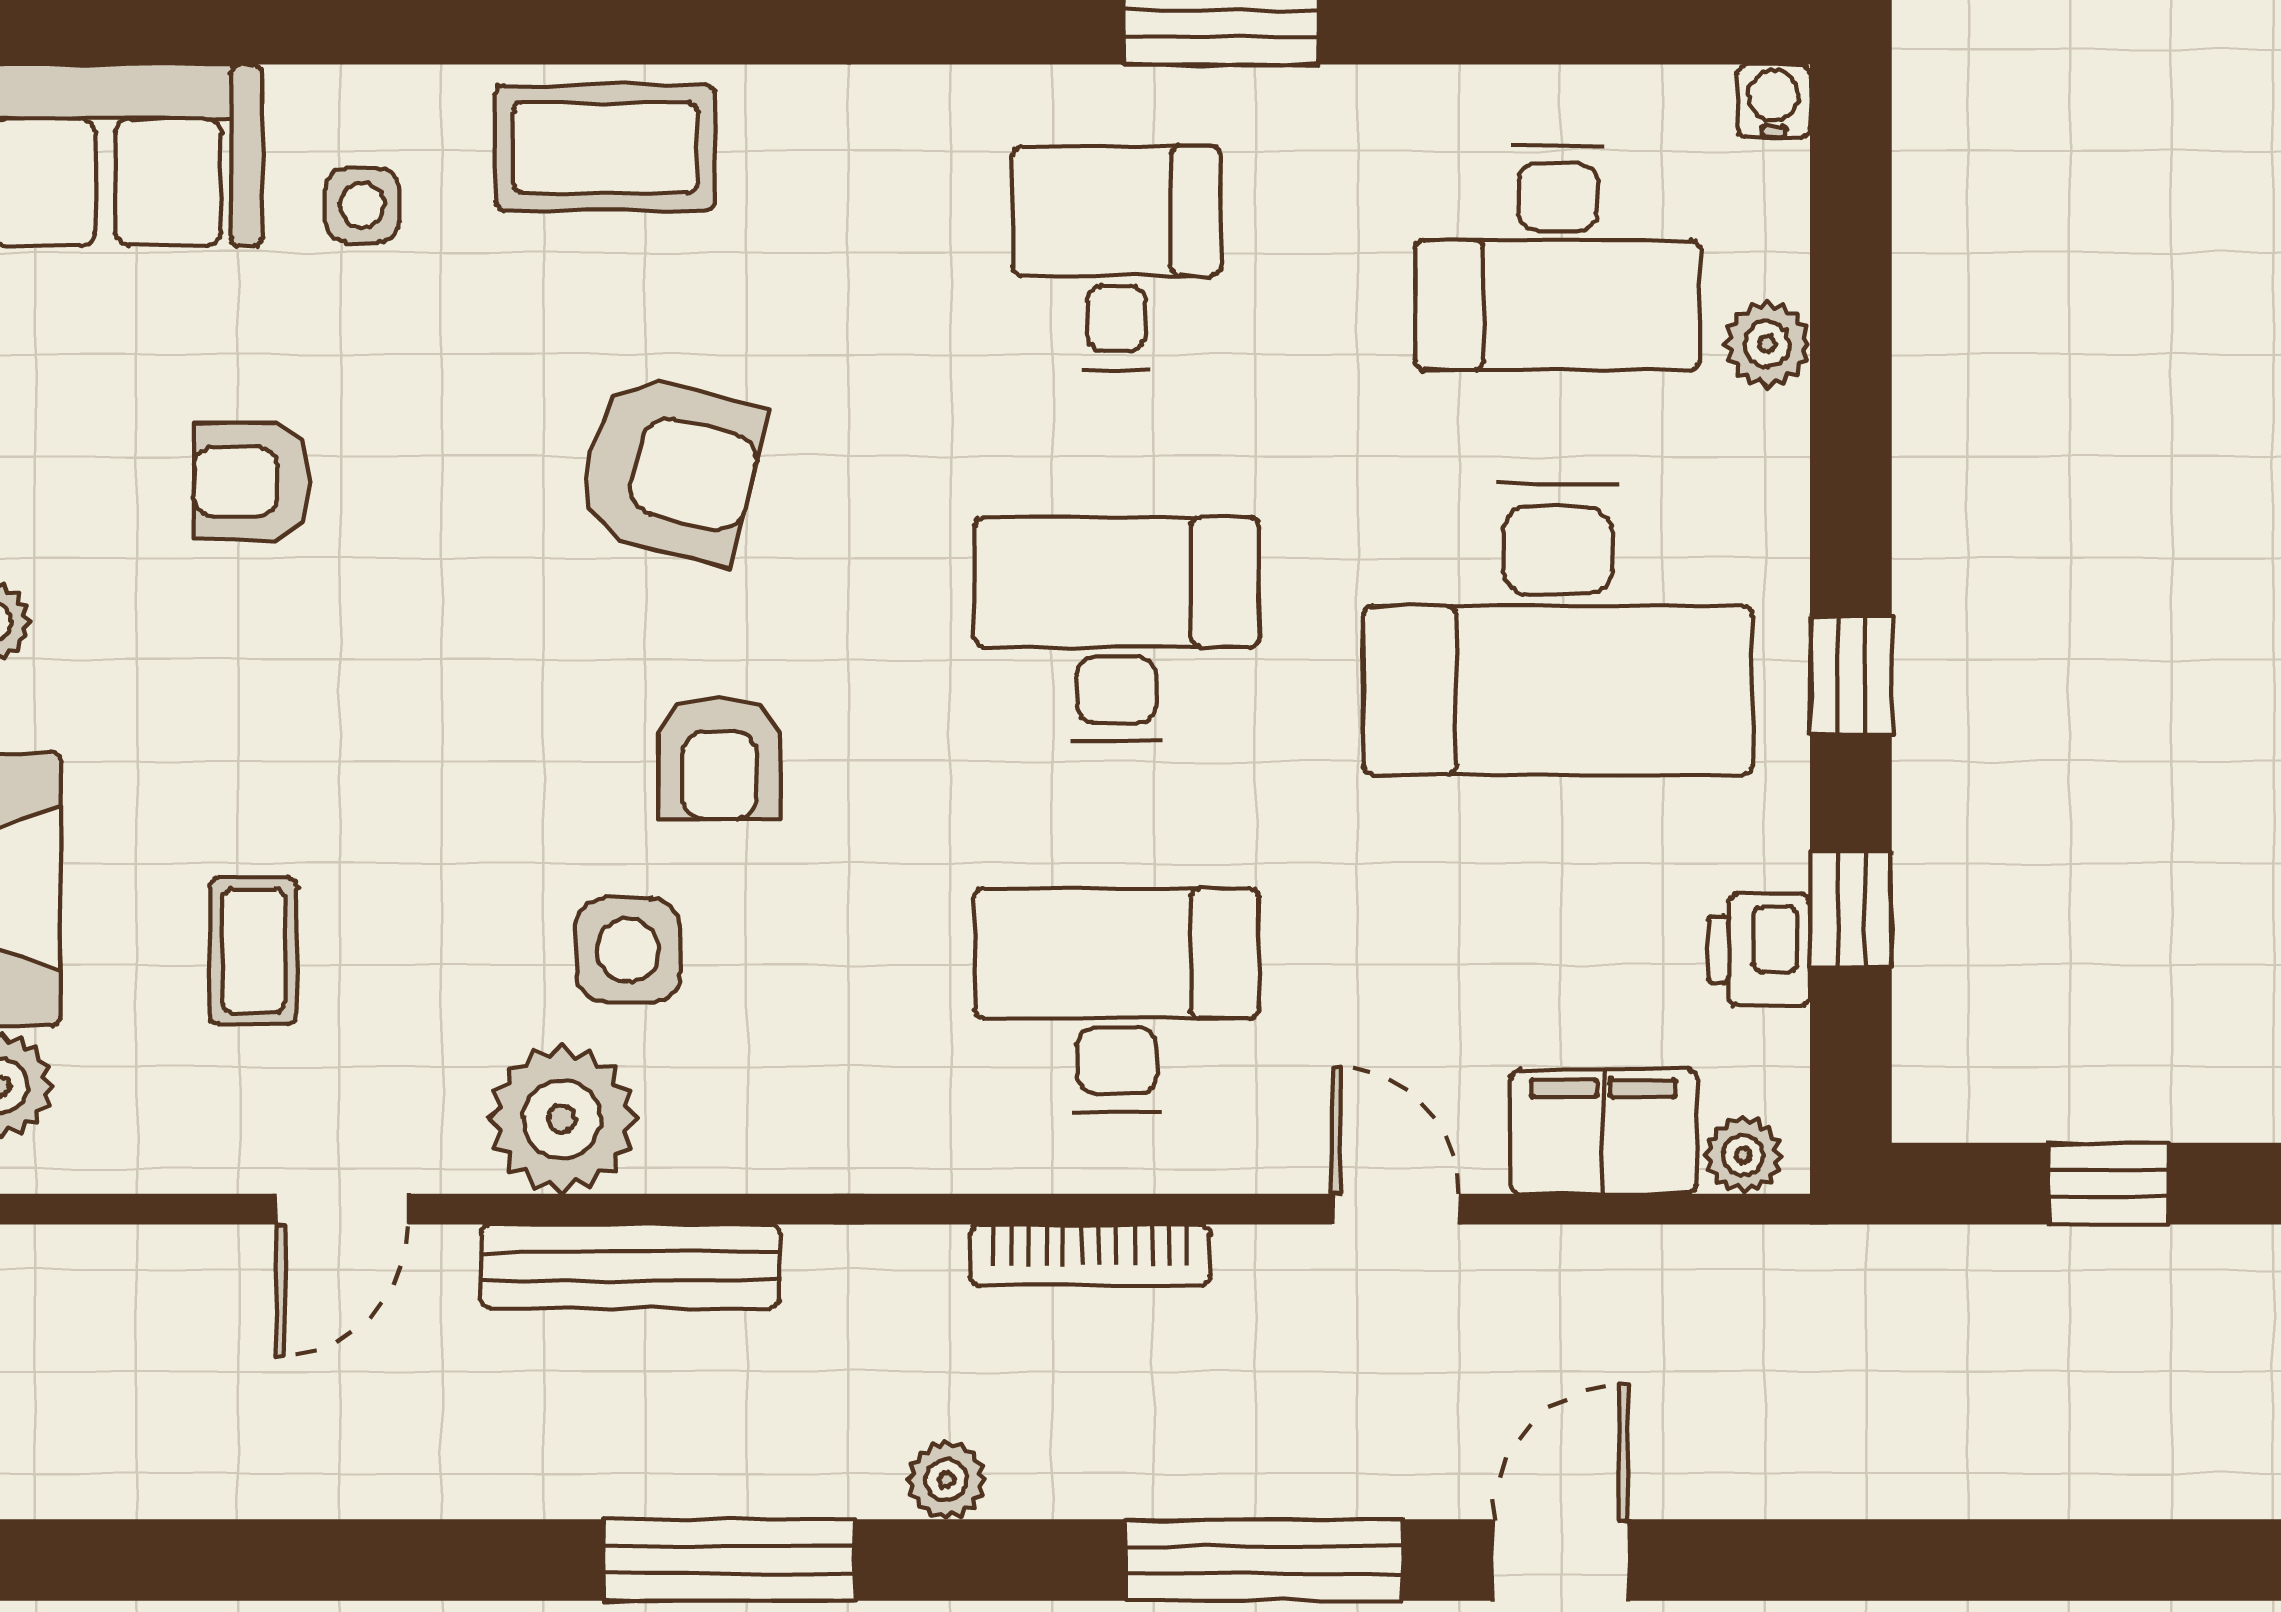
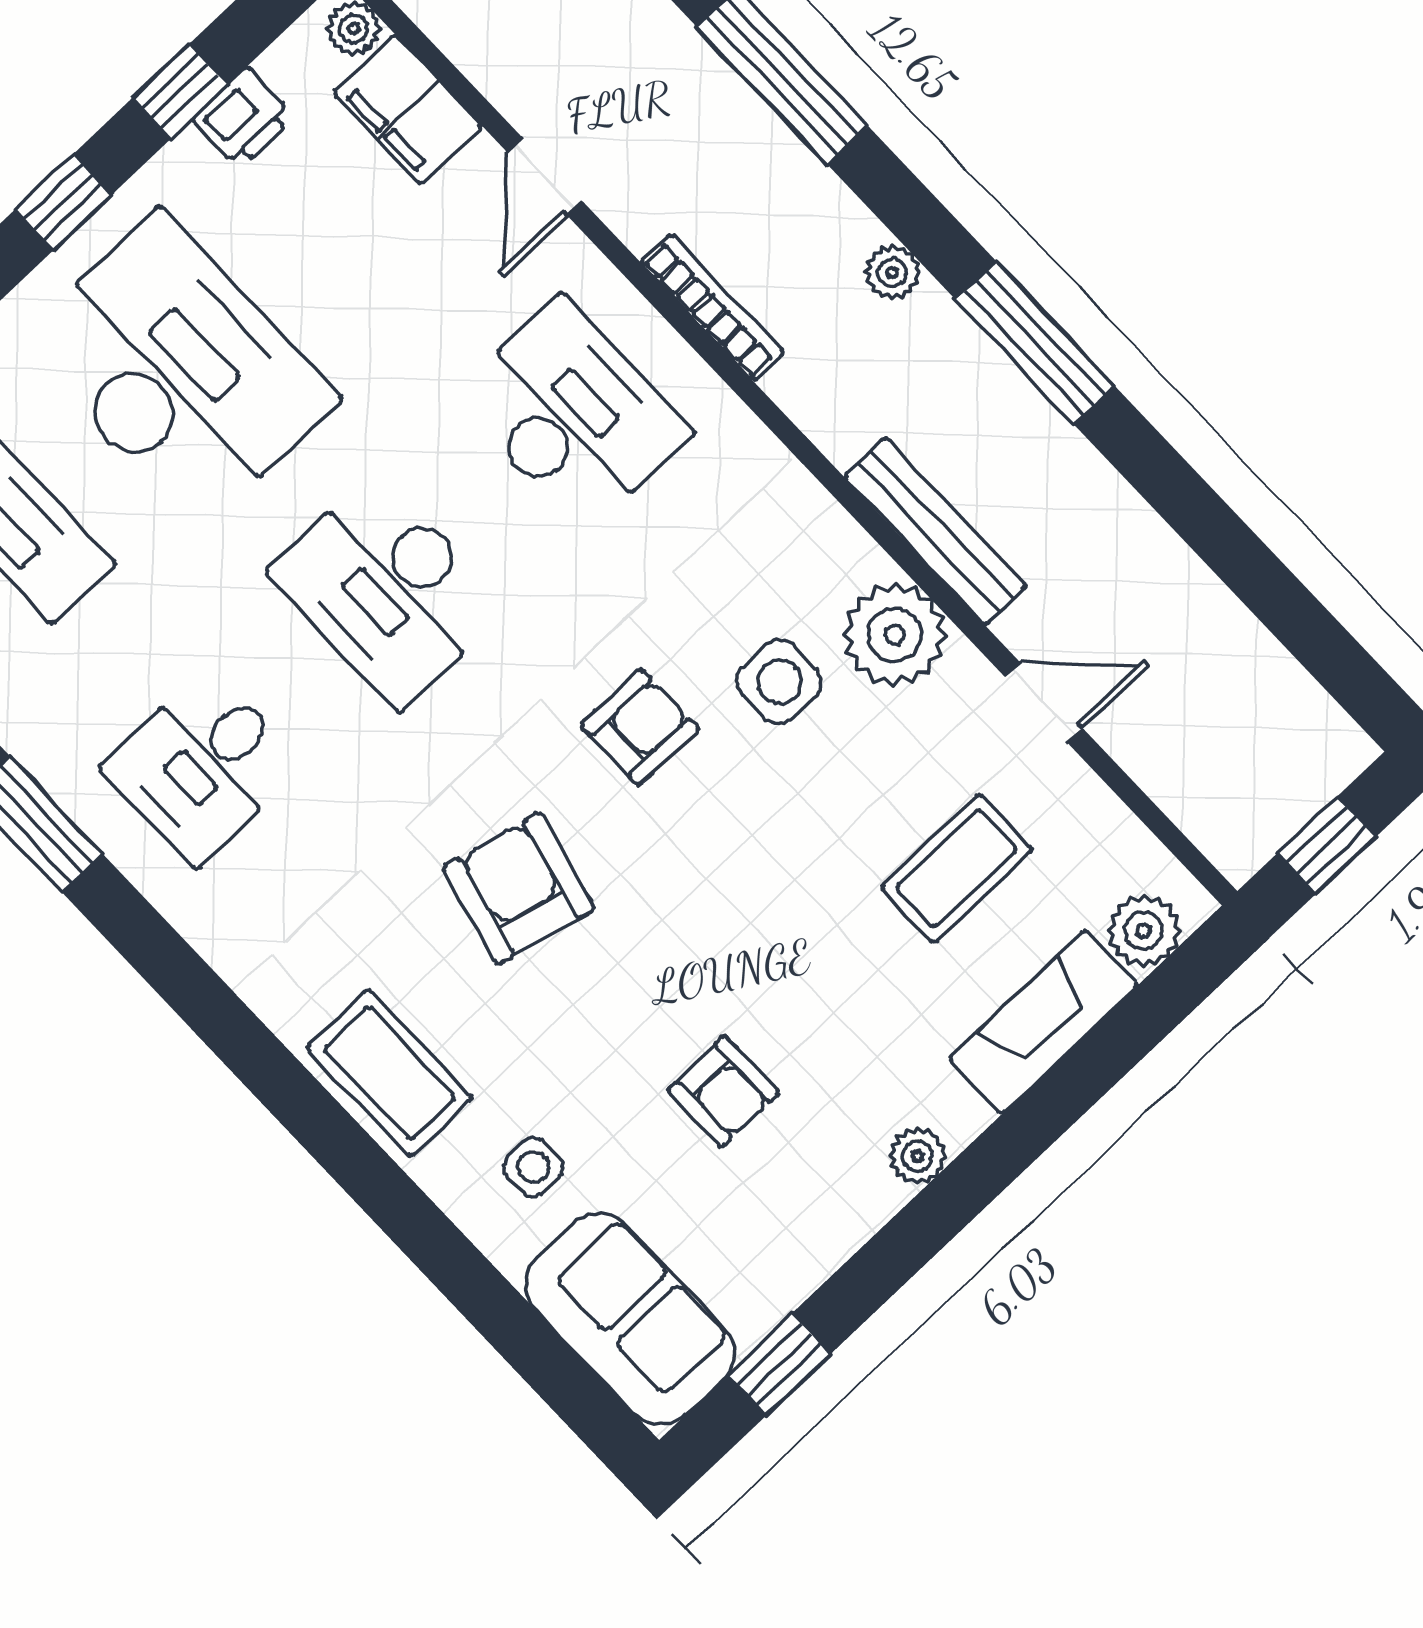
coffee table: (253, 951) -> (957, 869), width x1.36, depth x1.30
desk: (1117, 1000) -> (573, 415), turned 180

